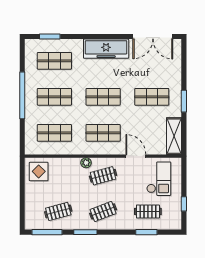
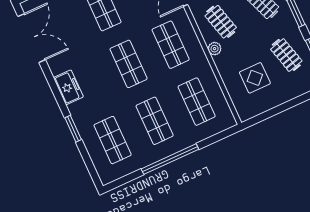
window: (50, 37) -> (73, 129), moved
freezer: (106, 49) -> (68, 87), width x0.52, depth x0.79
display table: (39, 171) -> (255, 78), moved

